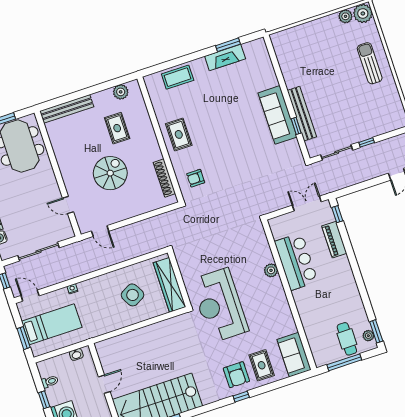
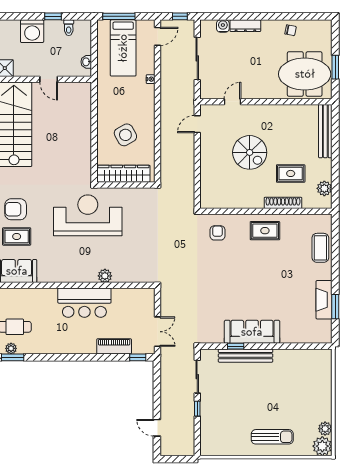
shoe rack: (164, 178) -> (283, 203), moved
bar counter: (296, 262) -> (84, 303), moved
window: (24, 338) -> (119, 16), width x1.44

